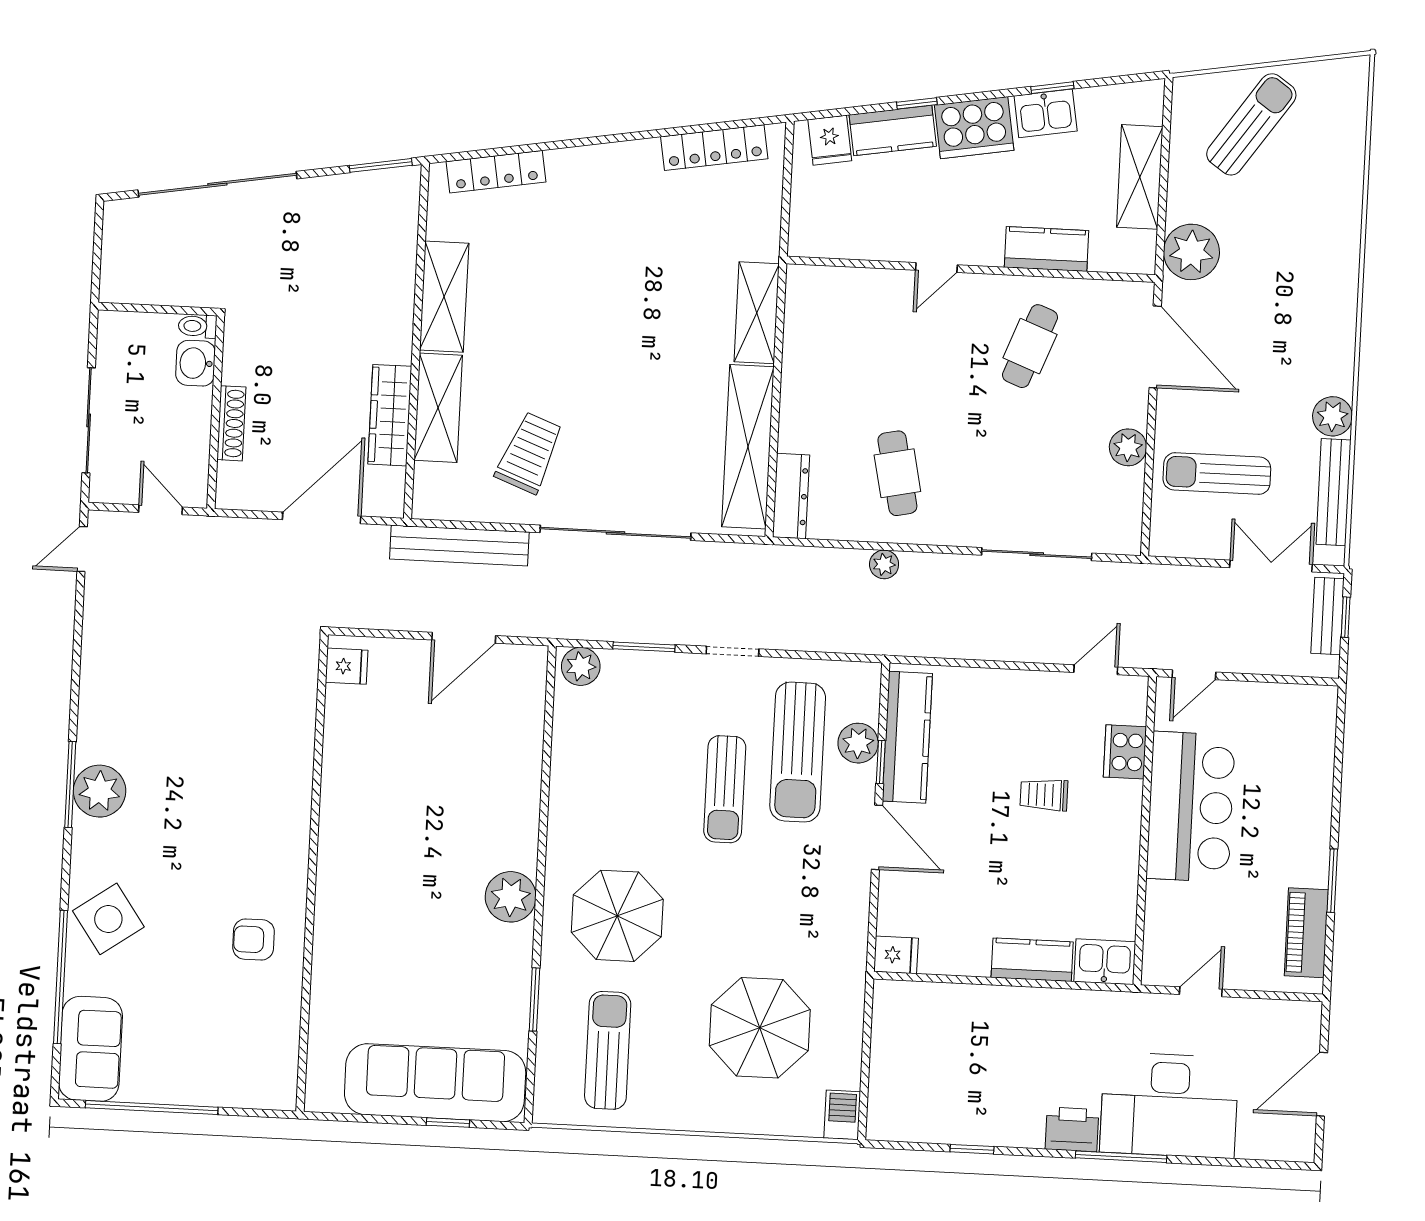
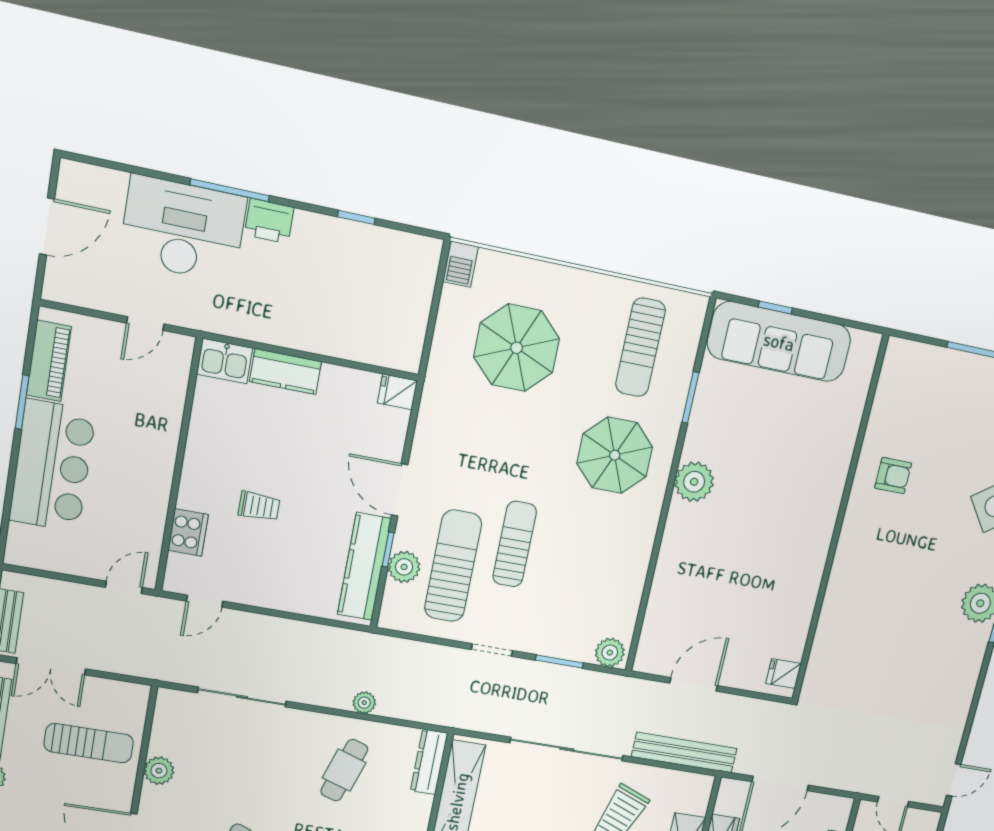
cafe table: (897, 473) -> (344, 770), turned 30
bar counter: (1191, 807) -> (52, 466), moved, turned 180

